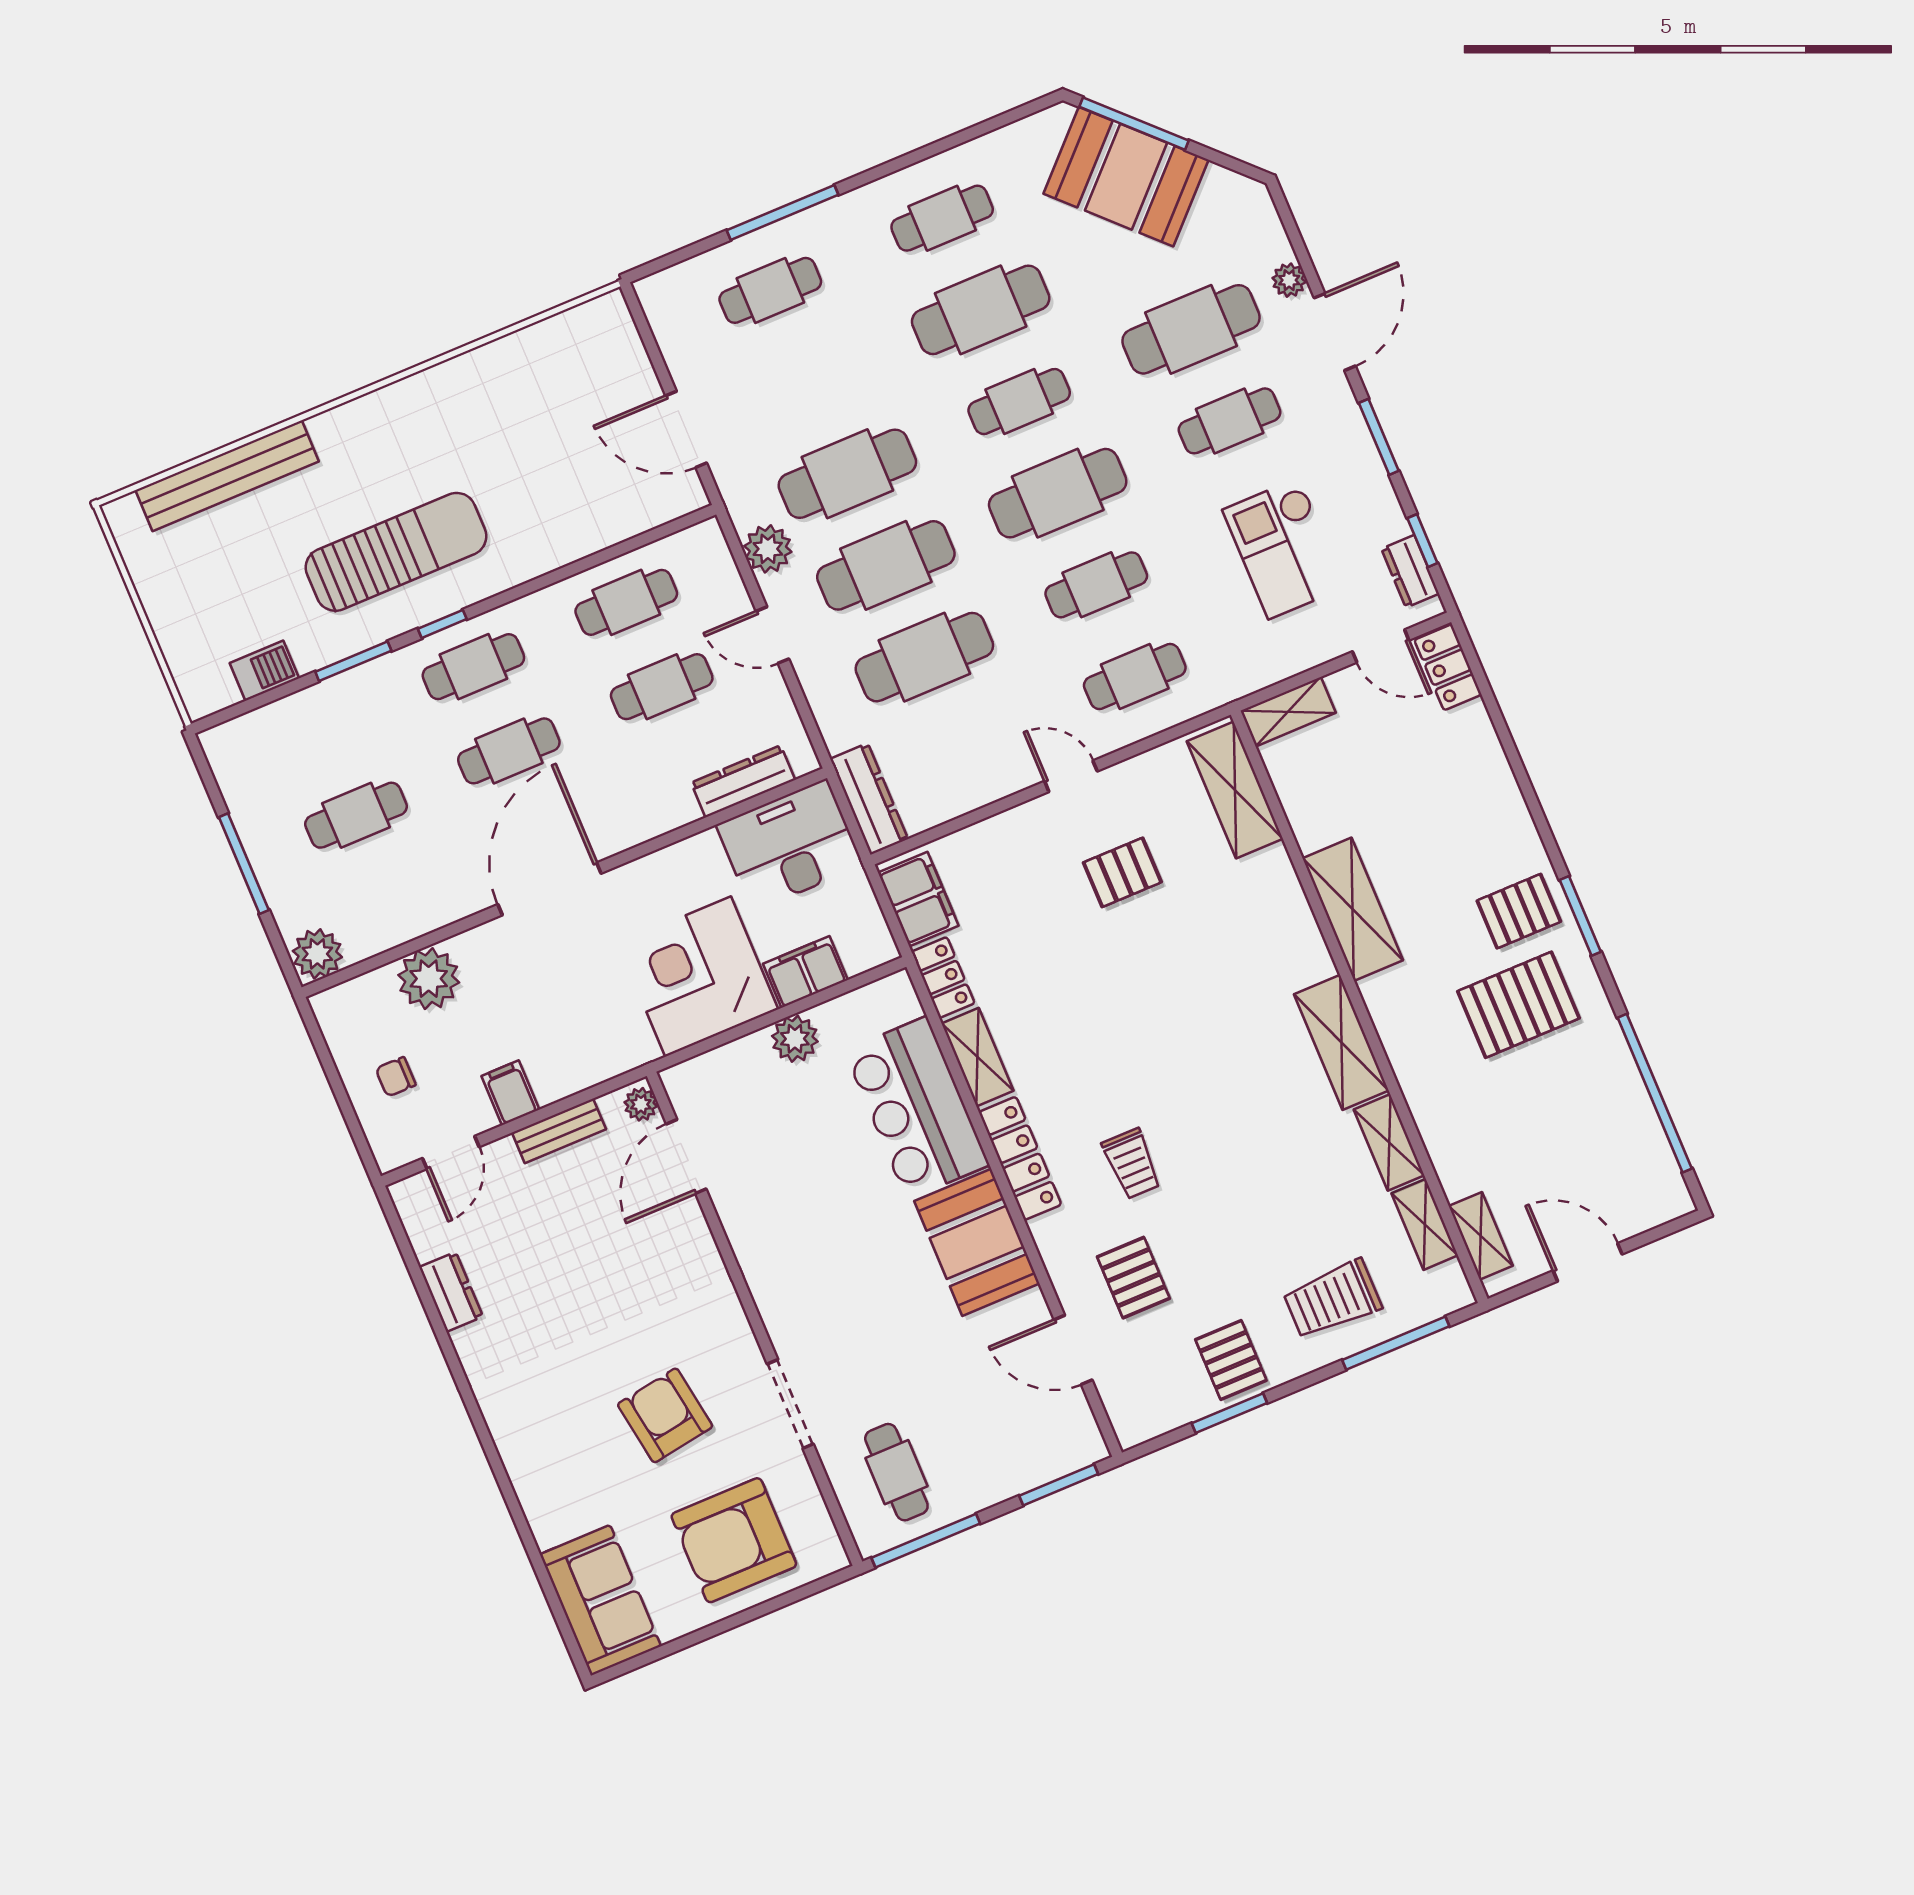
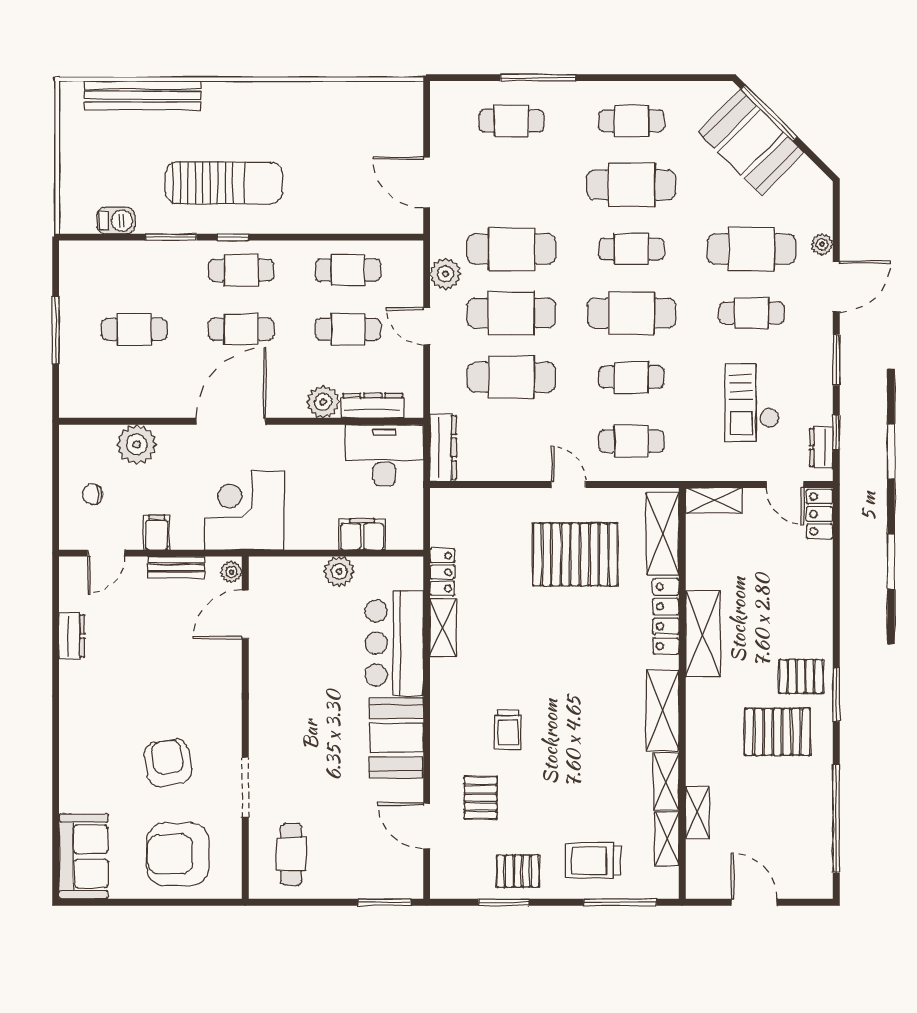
pallet: (1122, 872) -> (575, 554), width x2.05, depth x2.00
filing cabinet: (918, 899) -> (447, 519), removed
plant: (317, 954) -> (323, 402), moved
corner desk: (698, 976) -> (244, 510), moved
locker: (1020, 1158) -> (666, 616), moved, turned 180
shelving: (1481, 1236) -> (697, 812), moved
pallet: (1231, 1360) -> (518, 871), turned 90
window: (926, 1541) -> (292, 902), removed

